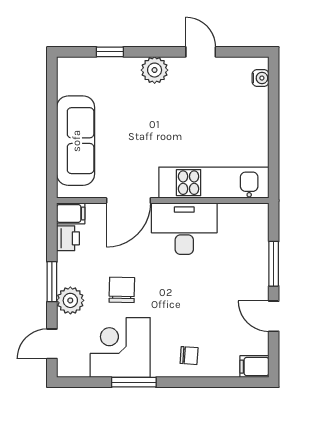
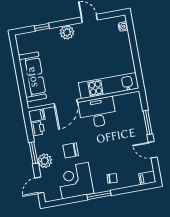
chair: (122, 290) -> (71, 150), turned -91
window: (134, 382) -> (99, 195), moved

